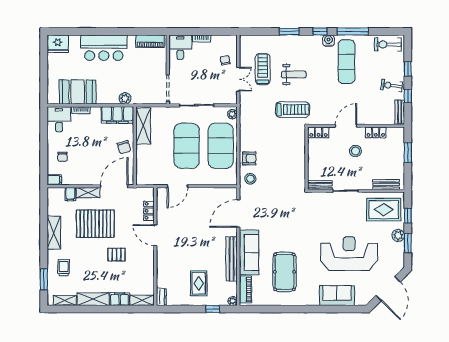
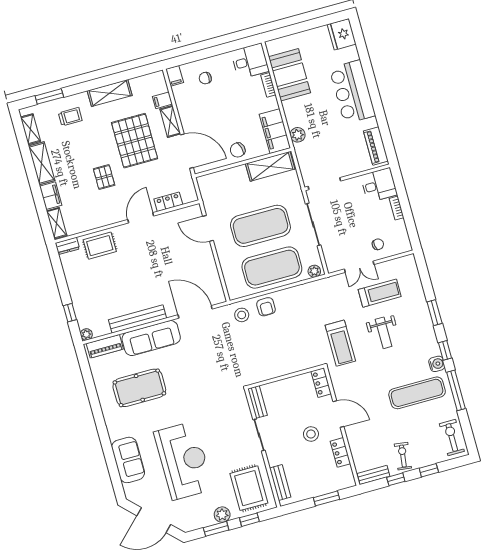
rug: (199, 283) -> (100, 246), moved

